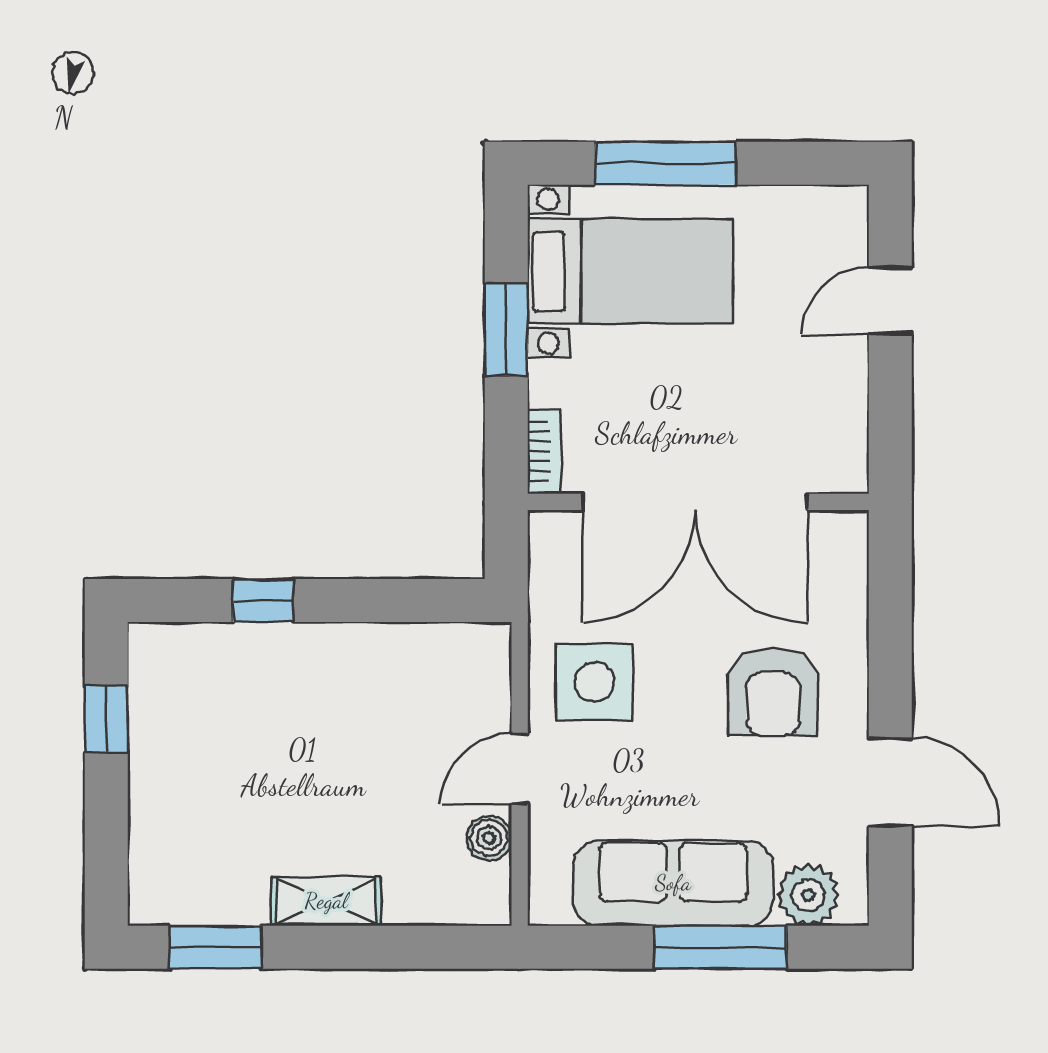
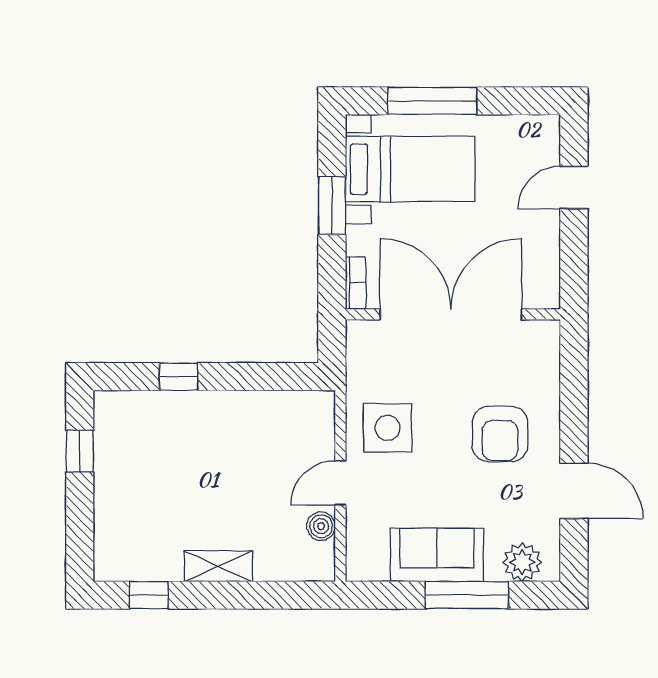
double door: (695, 502) -> (451, 314), swing flipped
sofa: (673, 883) -> (437, 555), width x0.73
window: (216, 947) -> (149, 595), width x0.67

